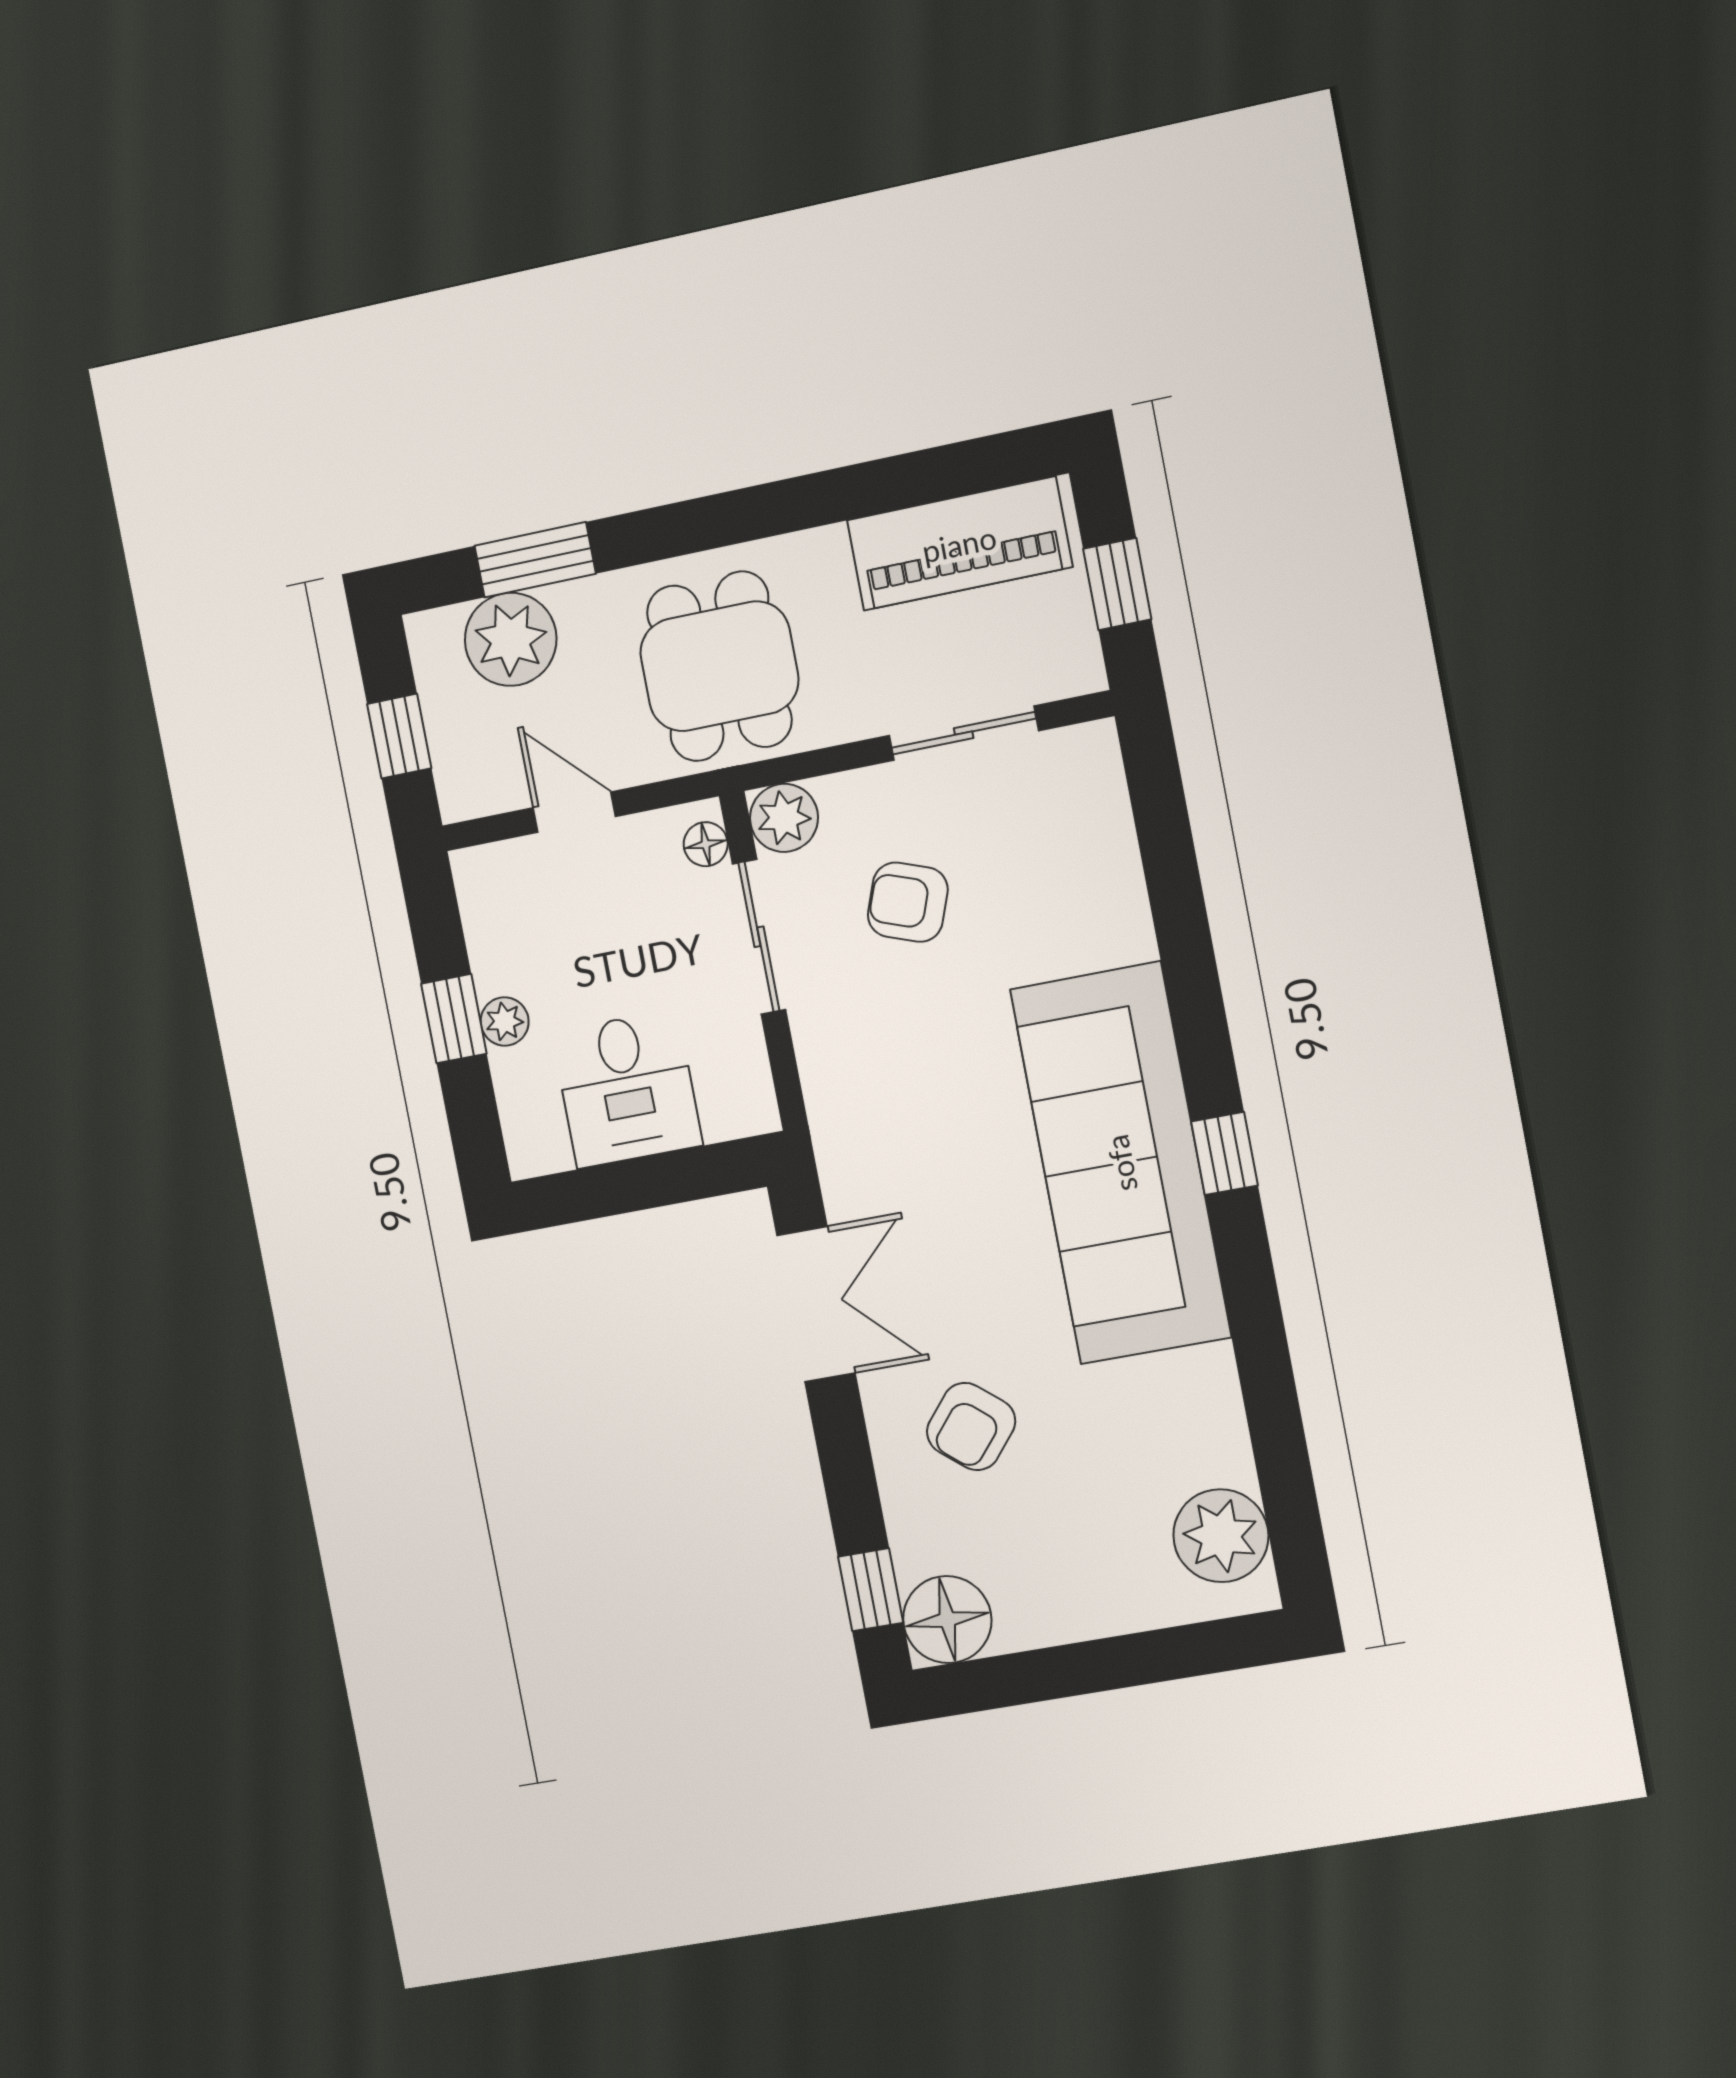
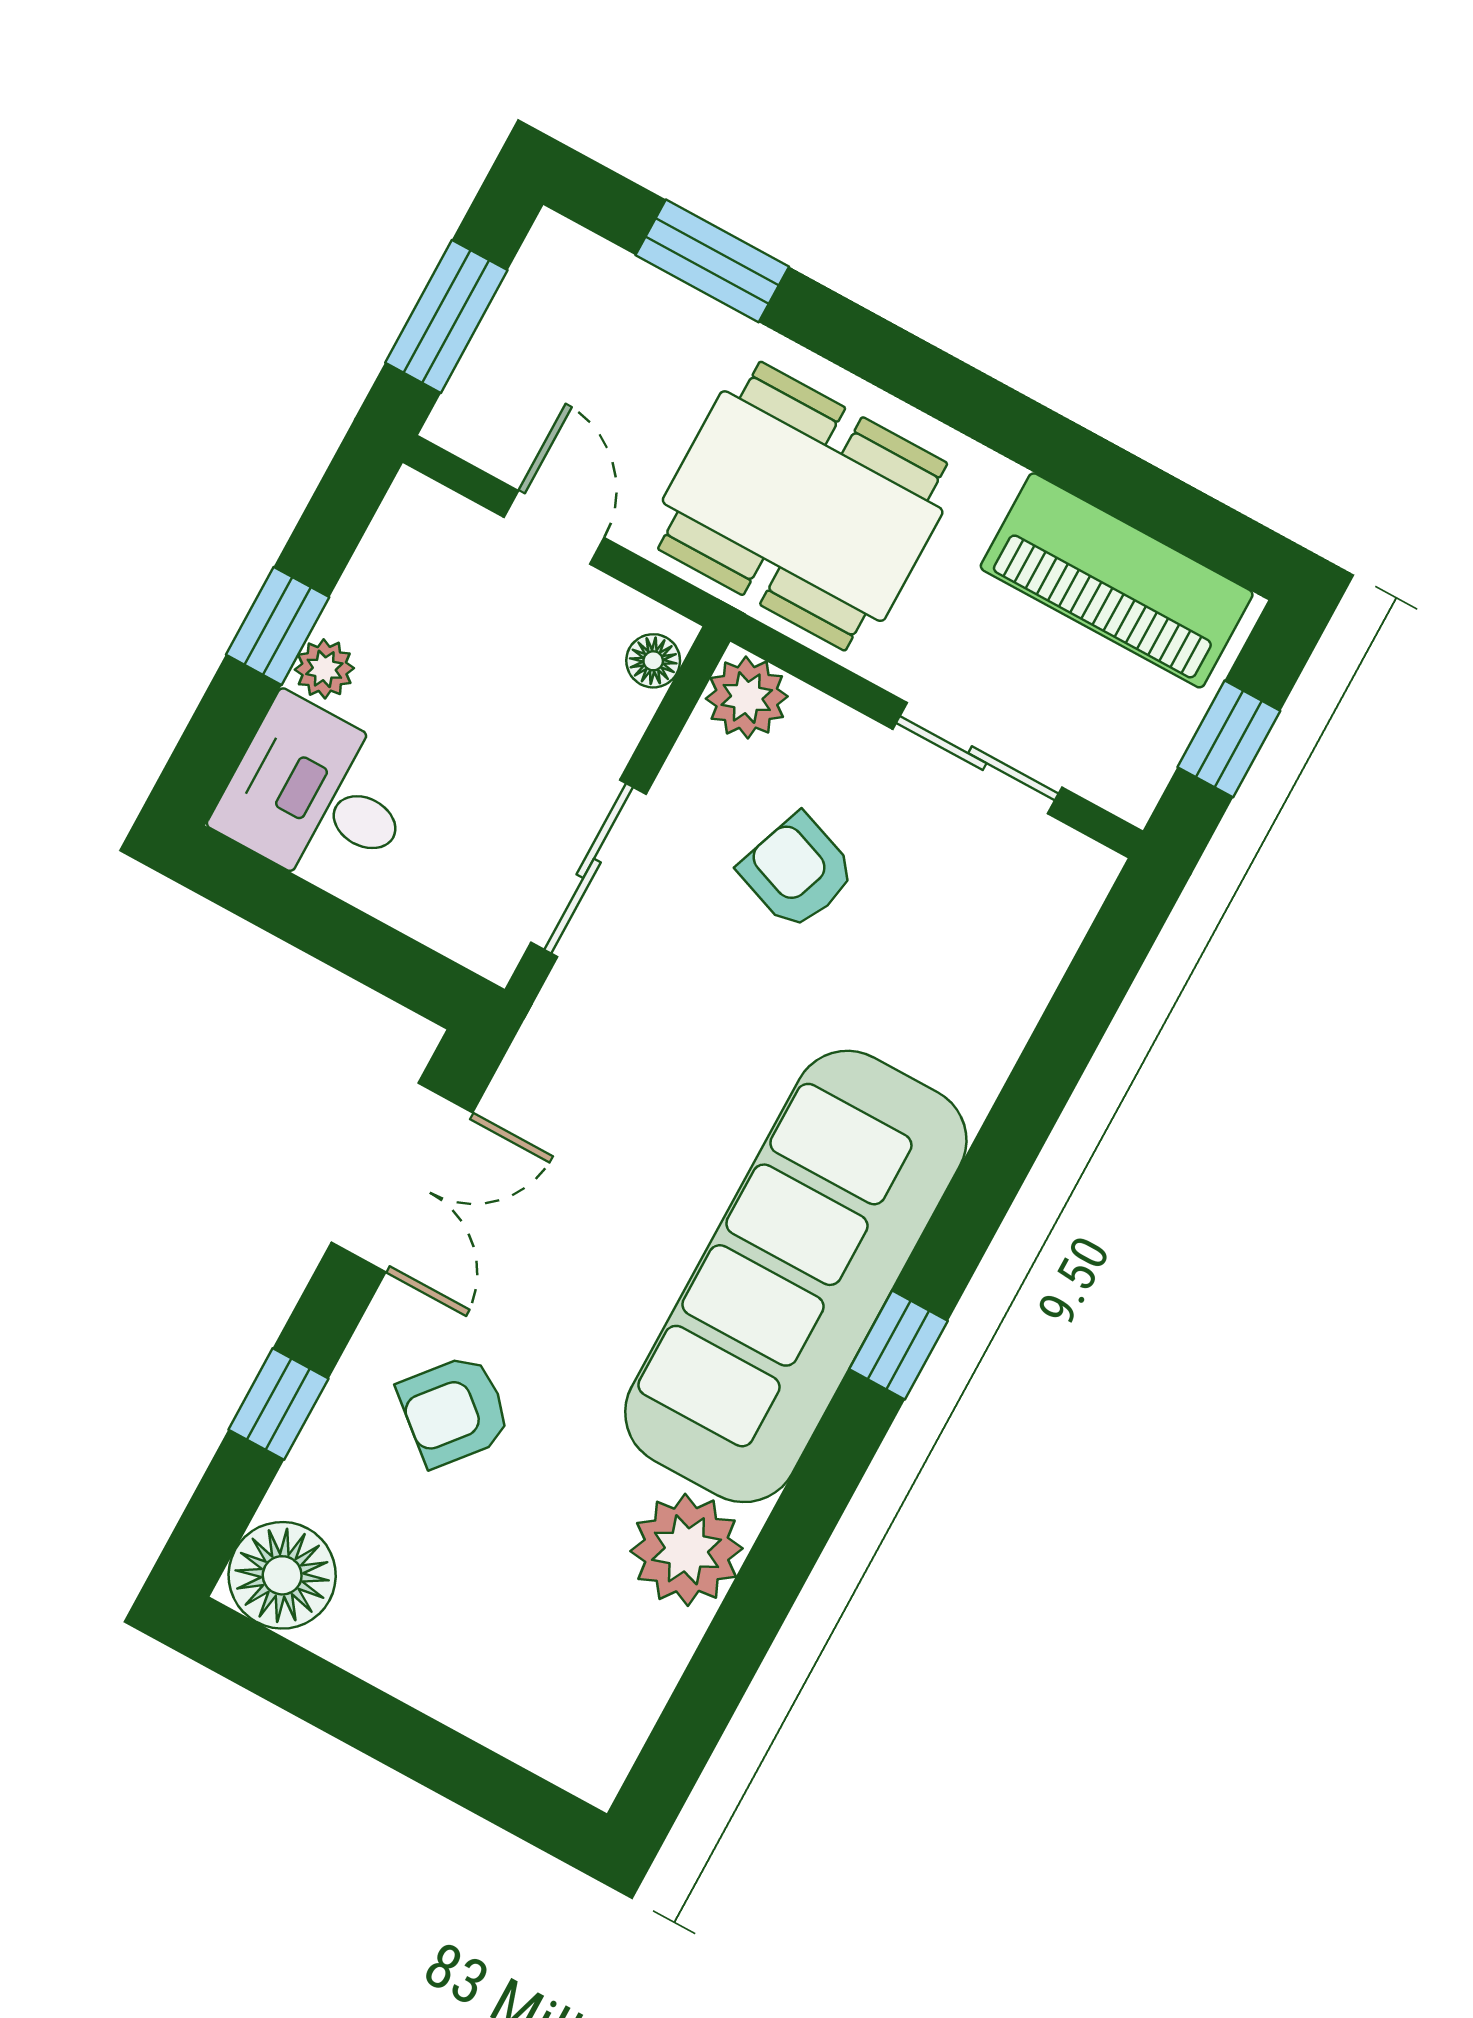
plant: (511, 639) -> (628, 315), removed
dining table: (719, 666) -> (803, 506), width x1.38
window: (399, 736) -> (446, 316), width x1.50
sliding door: (759, 937) -> (589, 868), moved
desk: (627, 1089) -> (318, 797), moved, turned 90
plant: (1221, 1536) -> (686, 1550), moved
window: (871, 1590) -> (278, 1404), moved

